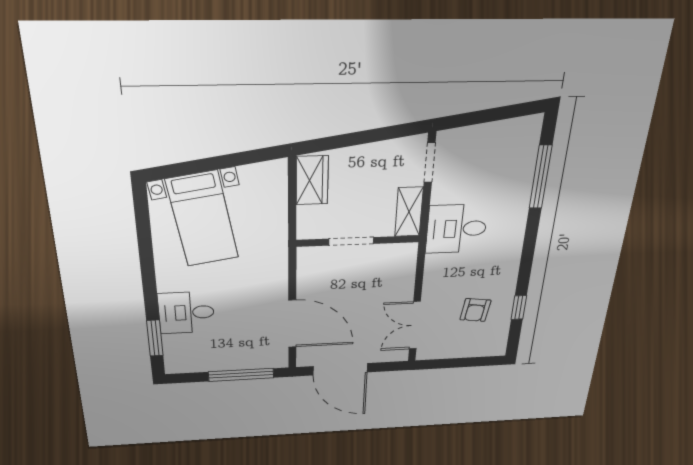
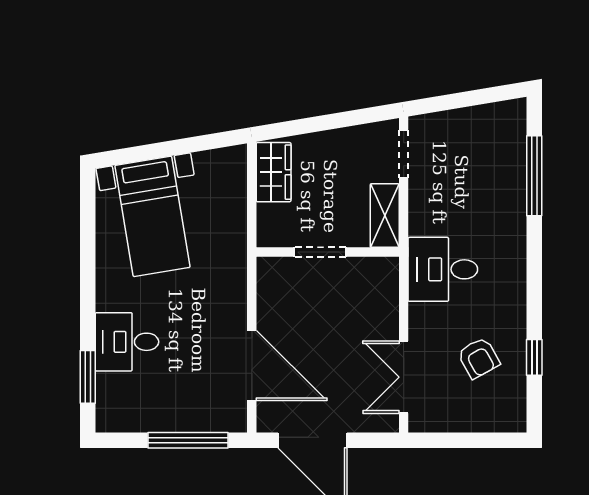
desk: (457, 229) -> (443, 269), moved
armchair: (475, 310) -> (479, 358), turned -37

